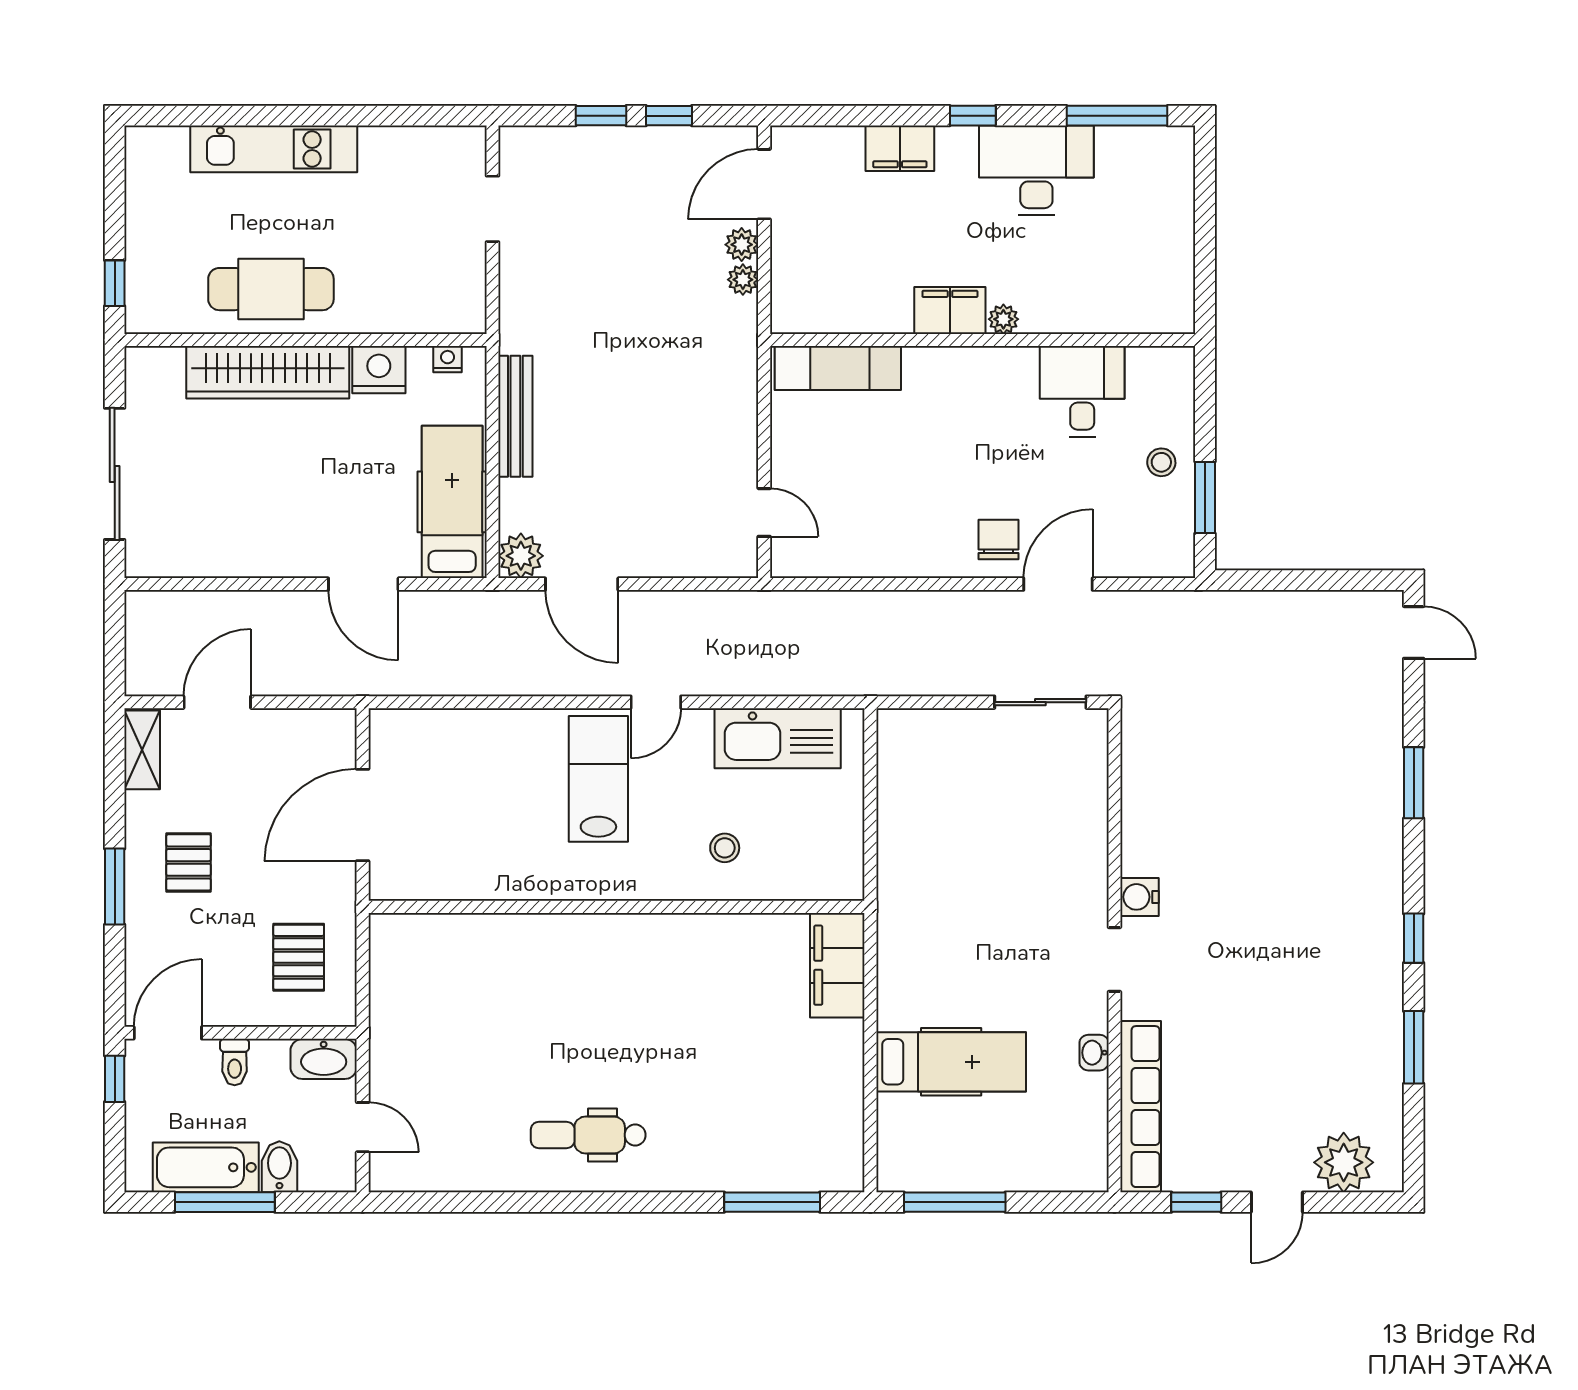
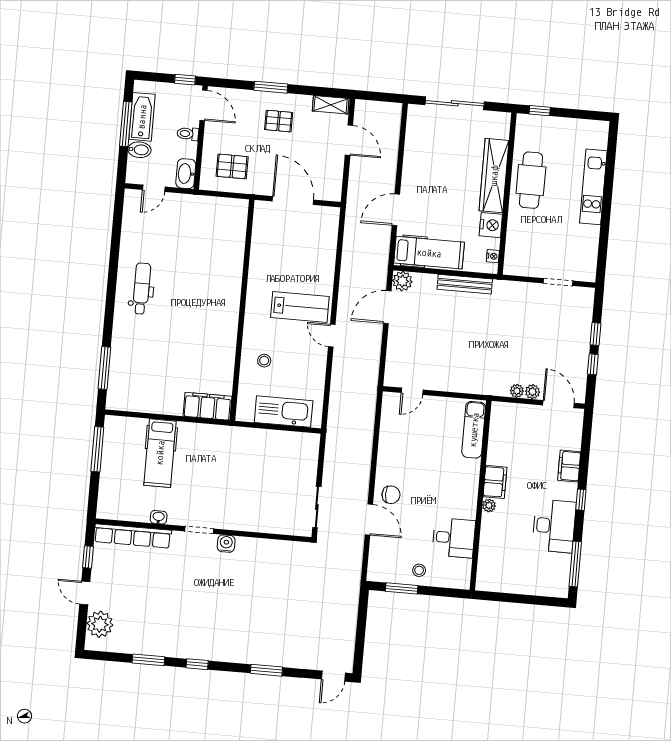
kitchen sink: (778, 738) -> (284, 412), moved, turned 90

